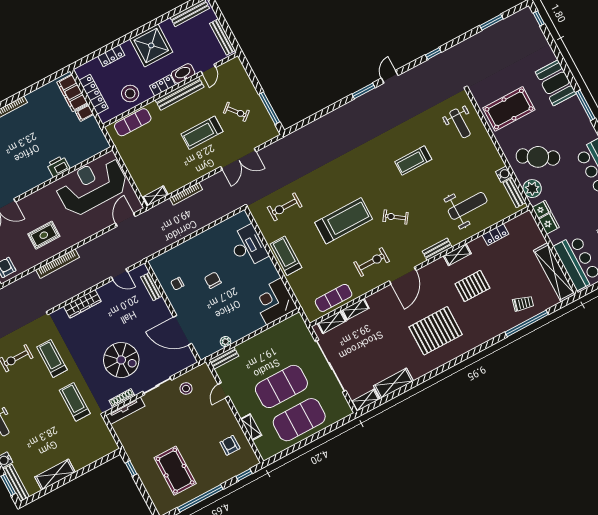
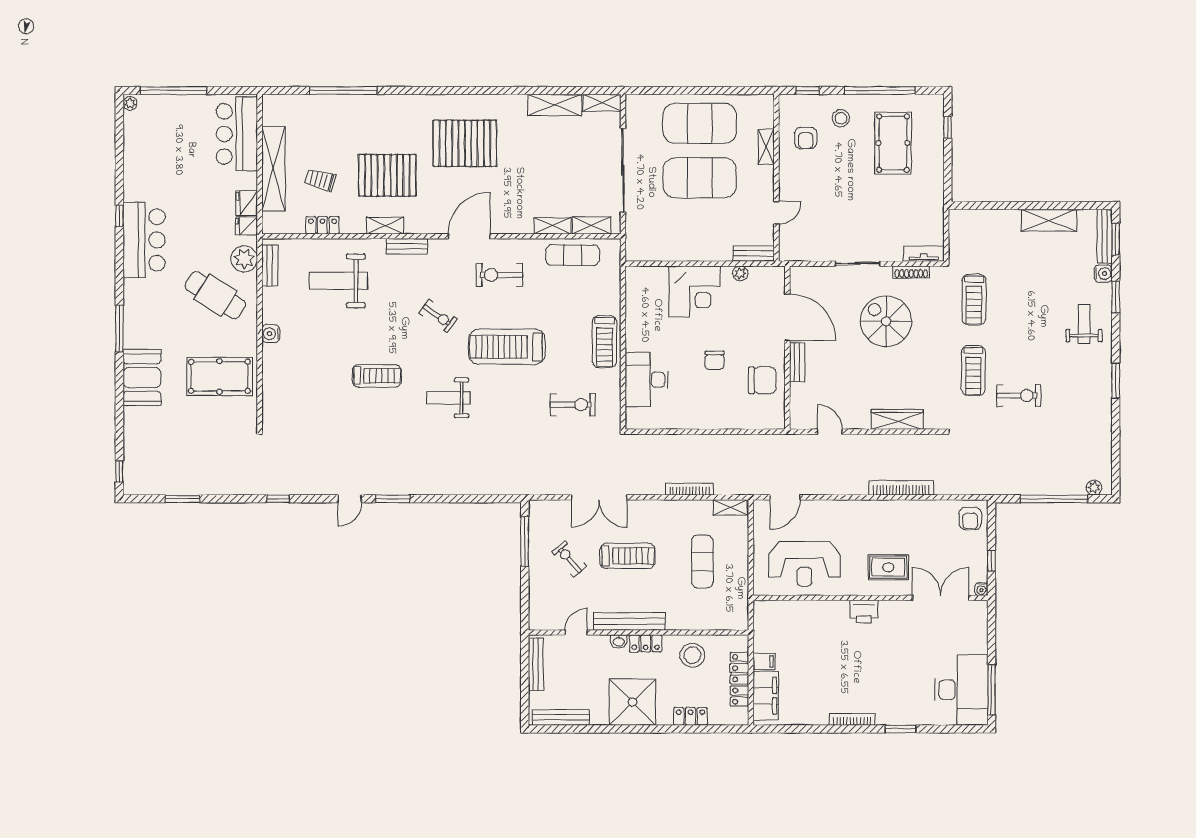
washbasin: (183, 73) -> (619, 642), width x0.52, depth x0.69
exercise mat: (133, 122) -> (702, 561), moved, turned 90
weight bench: (460, 123) -> (448, 398), moved, turned -90
double door: (238, 159) -> (599, 497), swing flipped
printer: (58, 166) -> (864, 611), moved
water cooler: (504, 174) -> (271, 334), moved
reception desk: (92, 186) -> (804, 564), width x0.74, depth x0.77
rug: (44, 235) -> (888, 567), moved
shelving: (554, 272) -> (273, 169), moved
chair: (177, 284) -> (762, 380), width x1.87, depth x1.87
bench: (152, 286) -> (797, 362), moved
pallet: (472, 286) -> (387, 175), width x1.37, depth x1.41
corner desk: (274, 301) -> (694, 291), moved
trolley: (523, 303) -> (320, 180), moved
stool: (186, 389) -> (841, 118), moved
tv unit: (125, 411) -> (924, 254), width x0.71
window: (131, 468) -> (948, 127), moved

